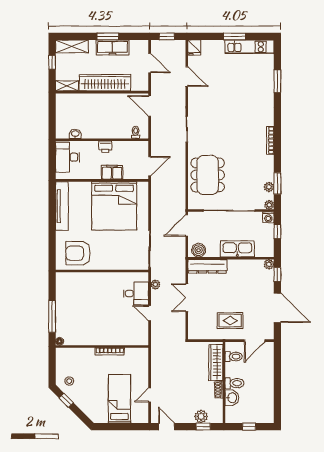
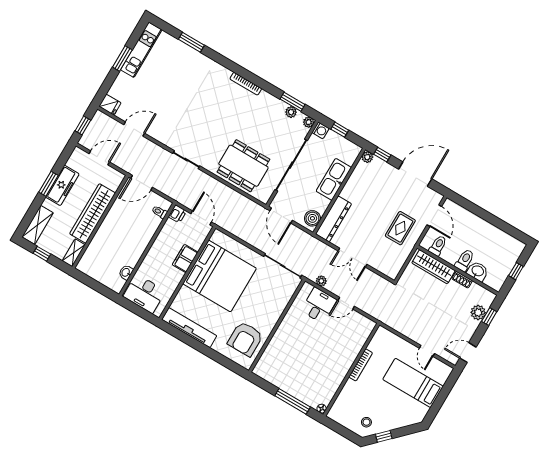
printer: (105, 147) -> (177, 214), moved

